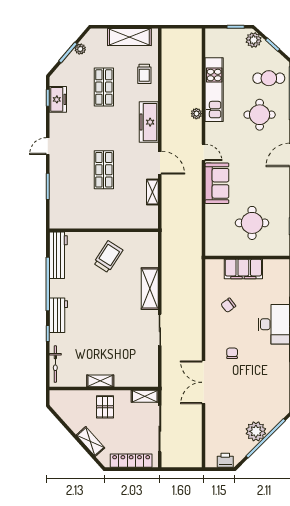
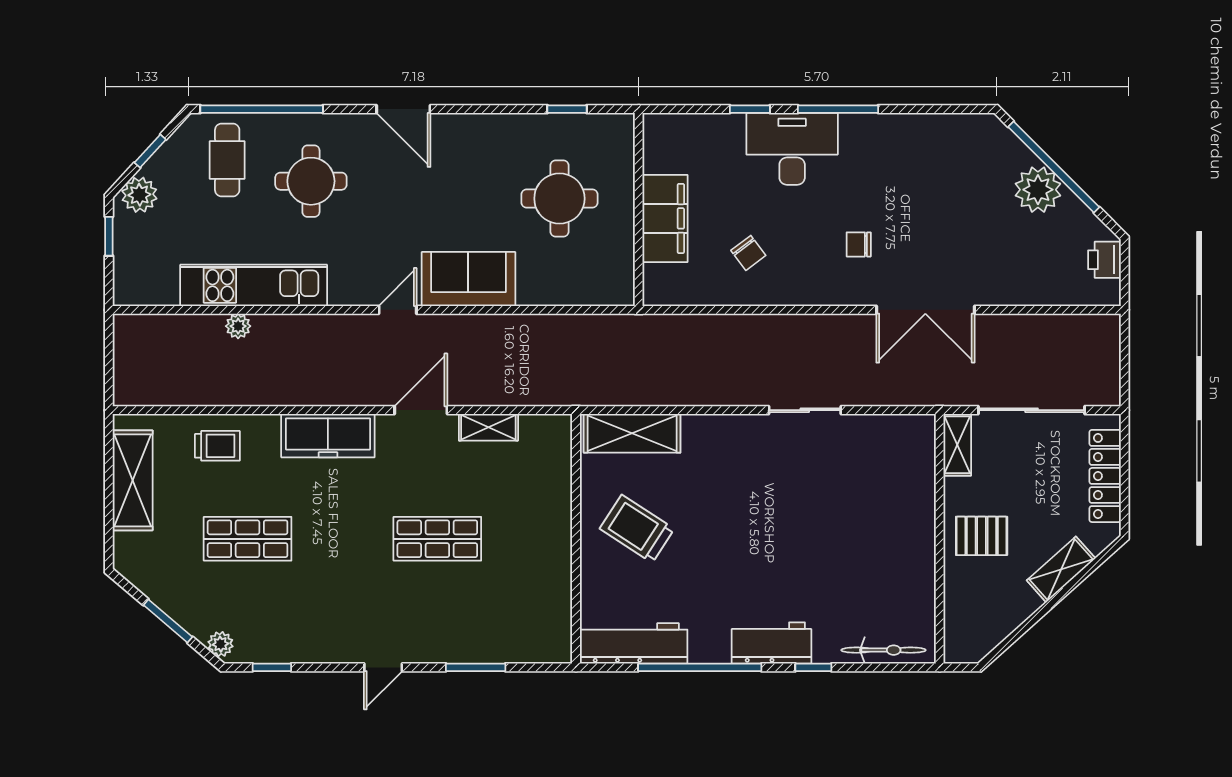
plant: (80, 49) -> (220, 644), moved
freezer: (58, 99) -> (276, 644), removed
plant: (196, 114) -> (238, 326), moved
door: (48, 146) -> (383, 667), hinge flipped
shelving: (150, 289) -> (632, 433), moved
shelving: (100, 381) -> (922, 547), removed

